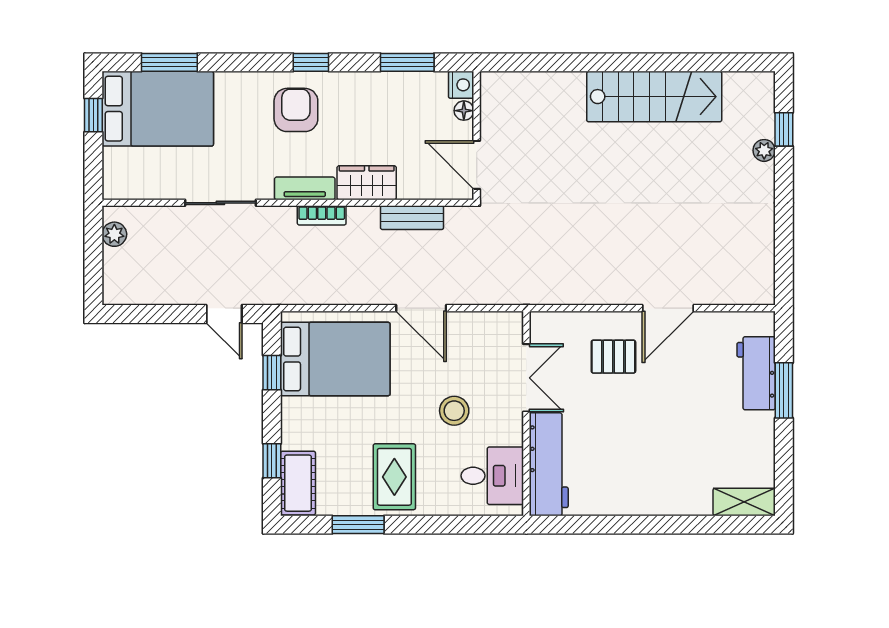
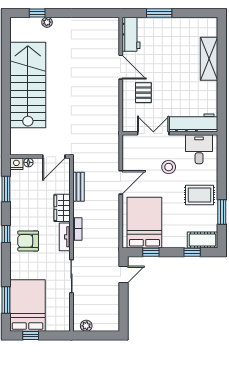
stairs: (654, 97) -> (28, 85), width x1.36, depth x1.51
workbench: (756, 373) -> (131, 34), moved, turned -90
shelving: (744, 502) -> (209, 59), moved, width x1.50, depth x1.33

